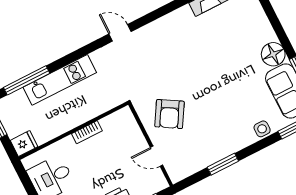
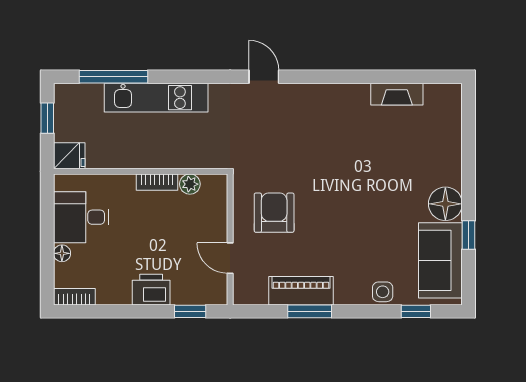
armchair: (170, 114) -> (274, 213), turned 149
plant: (108, 123) -> (190, 184), added
piano: (211, 154) -> (301, 291), added

